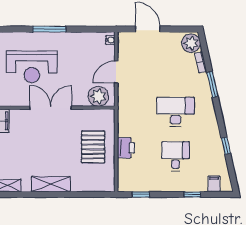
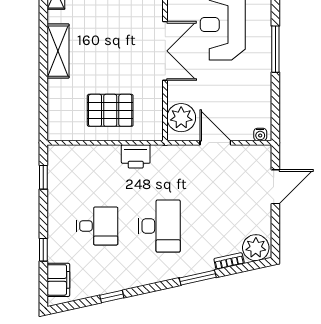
printer: (126, 148) -> (136, 156), moved
filing cabinet: (214, 184) -> (58, 280), width x2.00

